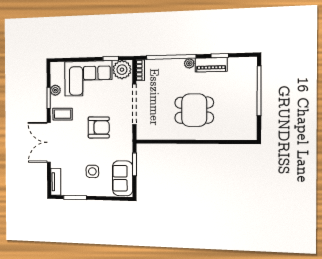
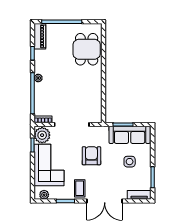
piano: (211, 65) -> (40, 36), moved
plant: (55, 90) -> (44, 195), moved
dining table: (194, 110) -> (87, 49), moved
sofa: (123, 178) -> (130, 135), width x1.36

